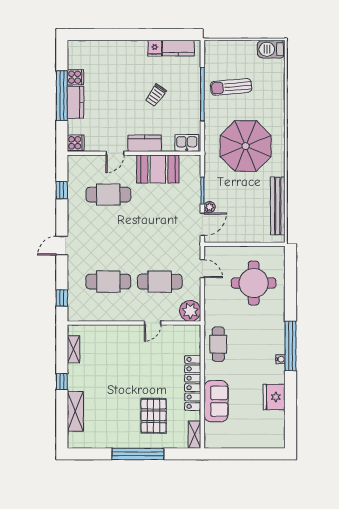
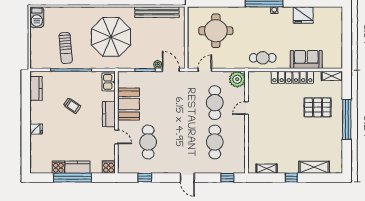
fridge: (155, 48) -> (36, 129), moved
door: (153, 323) -> (246, 108), swing flipped

